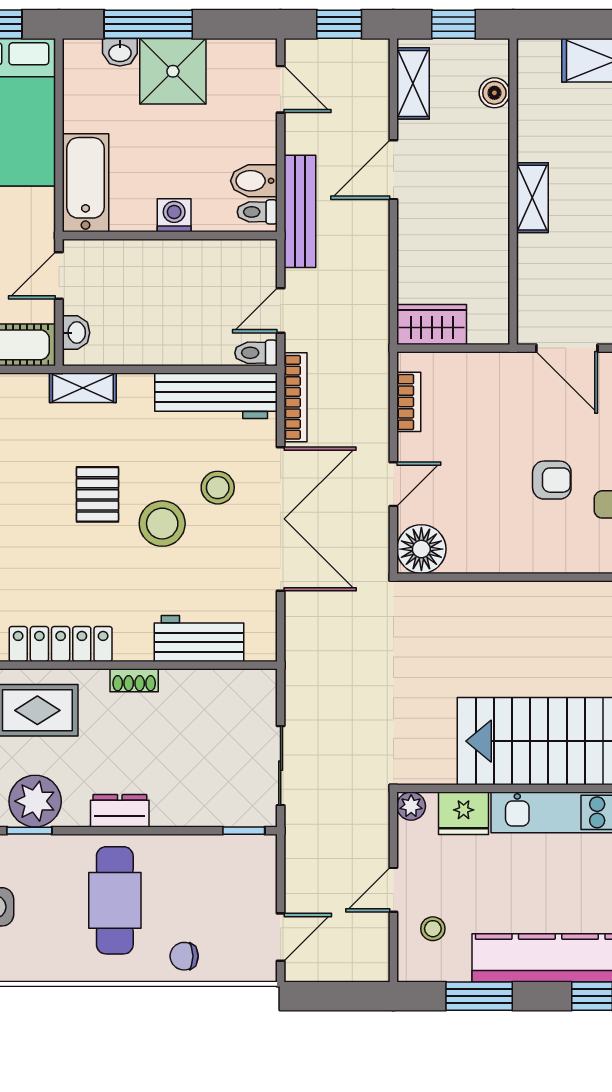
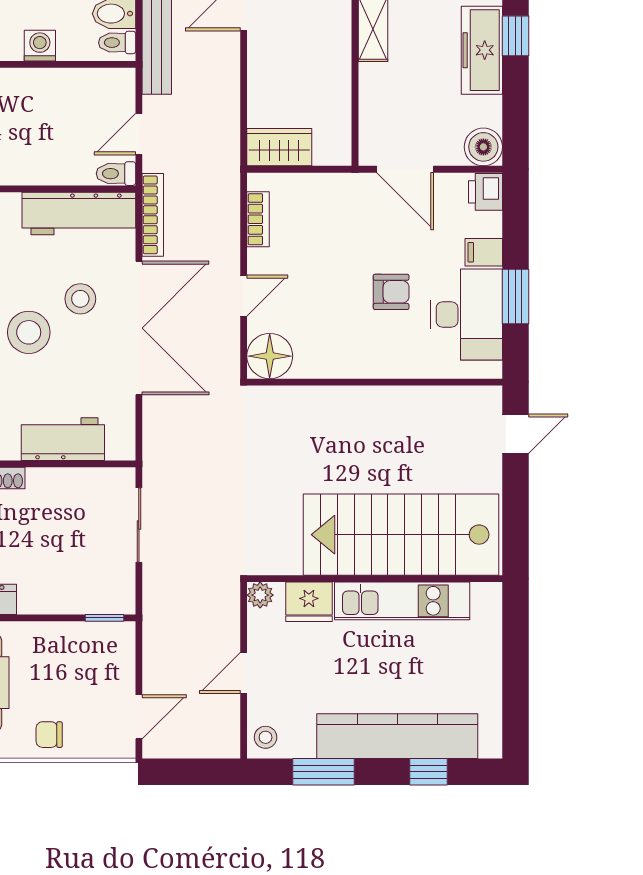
sliding door: (281, 766) -> (139, 525), moved
stool: (433, 929) -> (266, 737), moved

